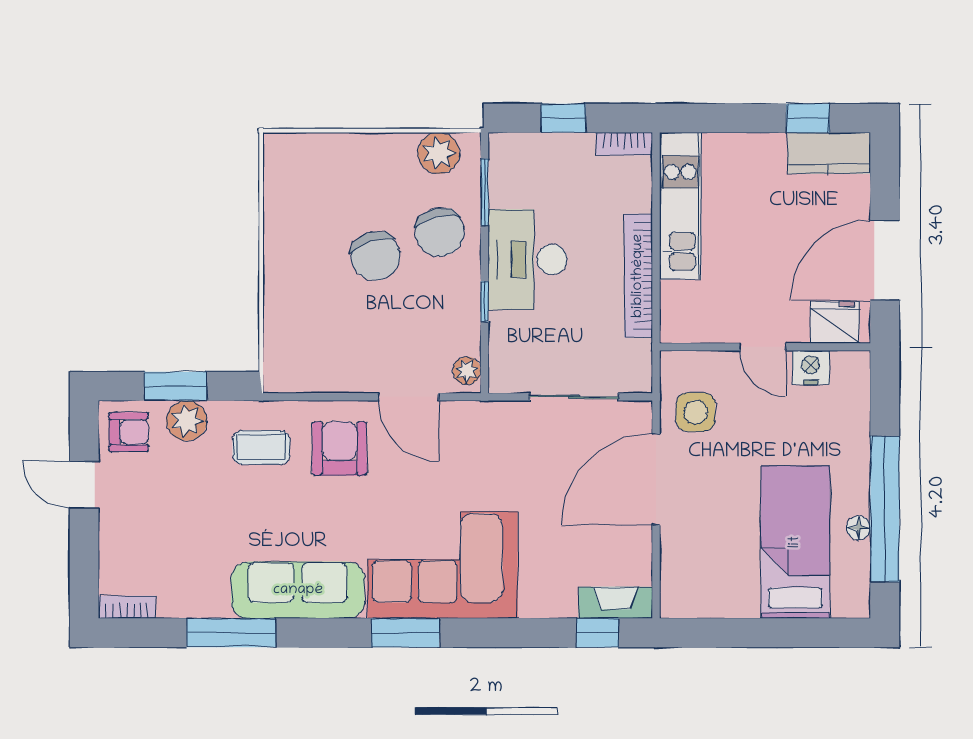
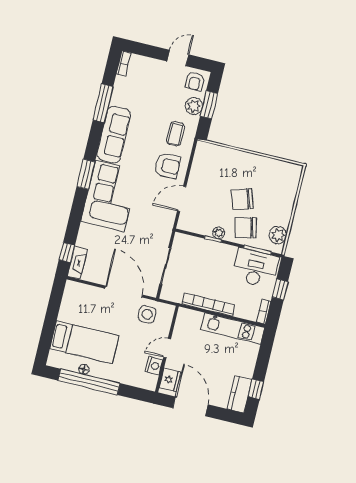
desk: (528, 259) -> (255, 268), moved
plant: (467, 371) -> (219, 233), moved

